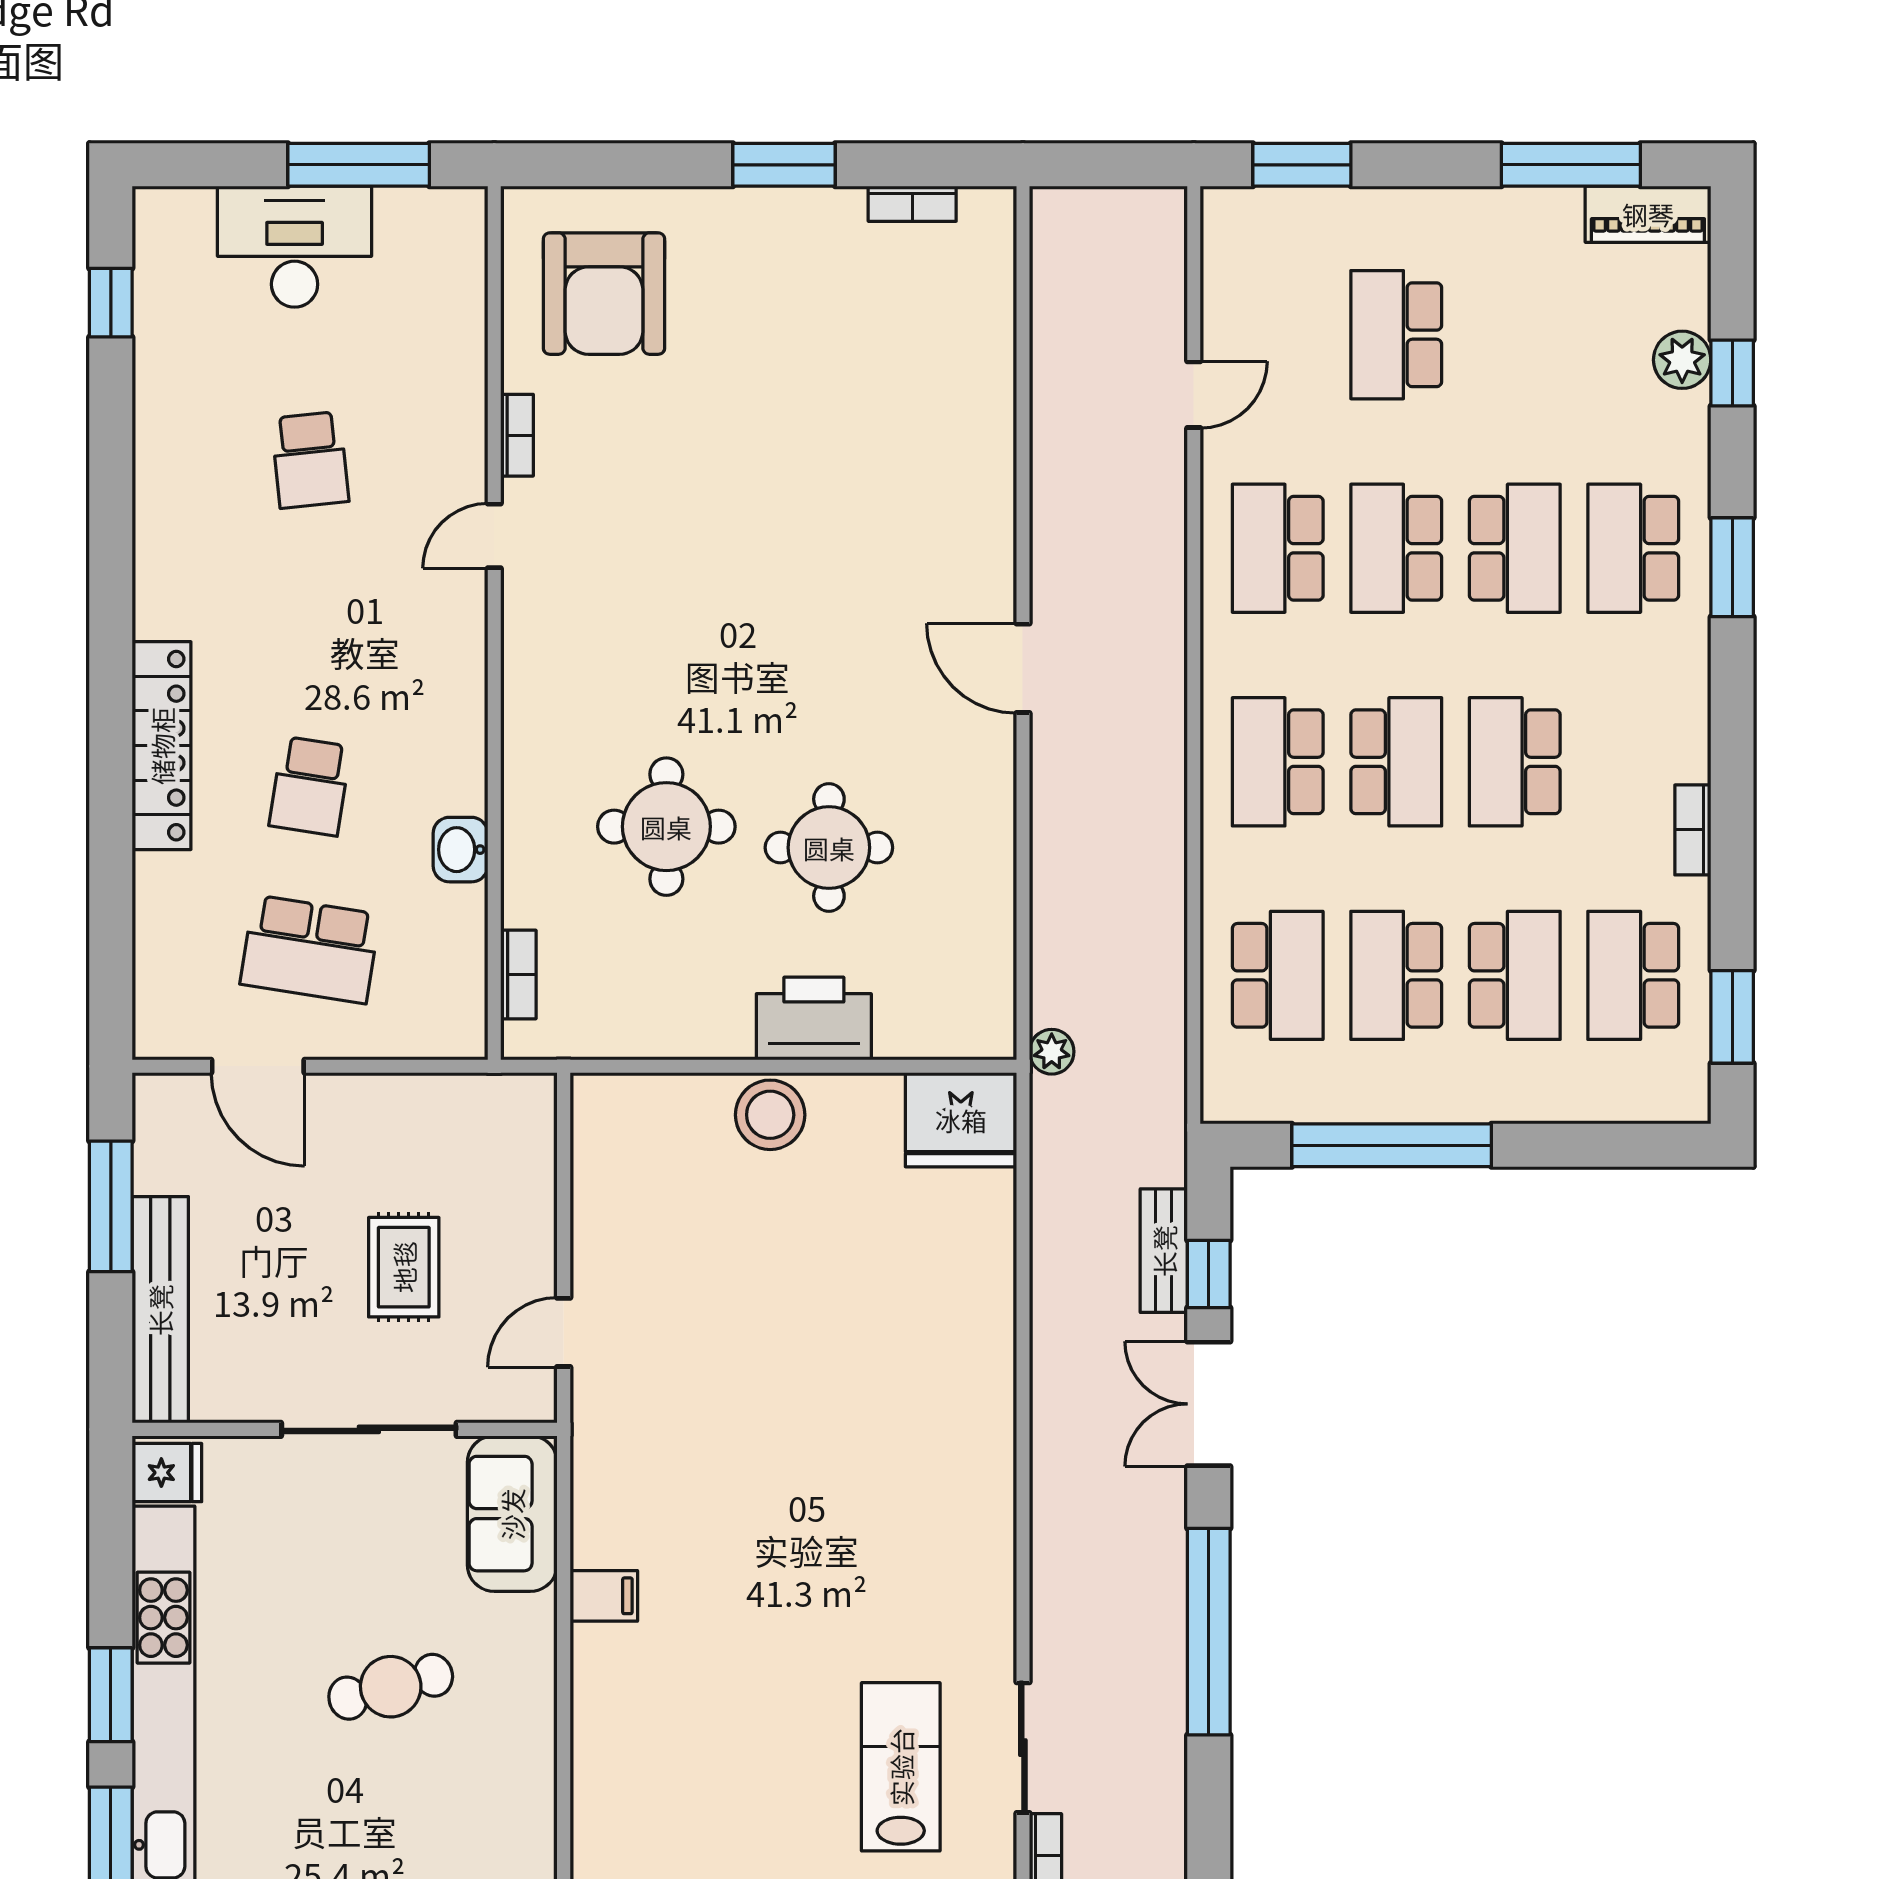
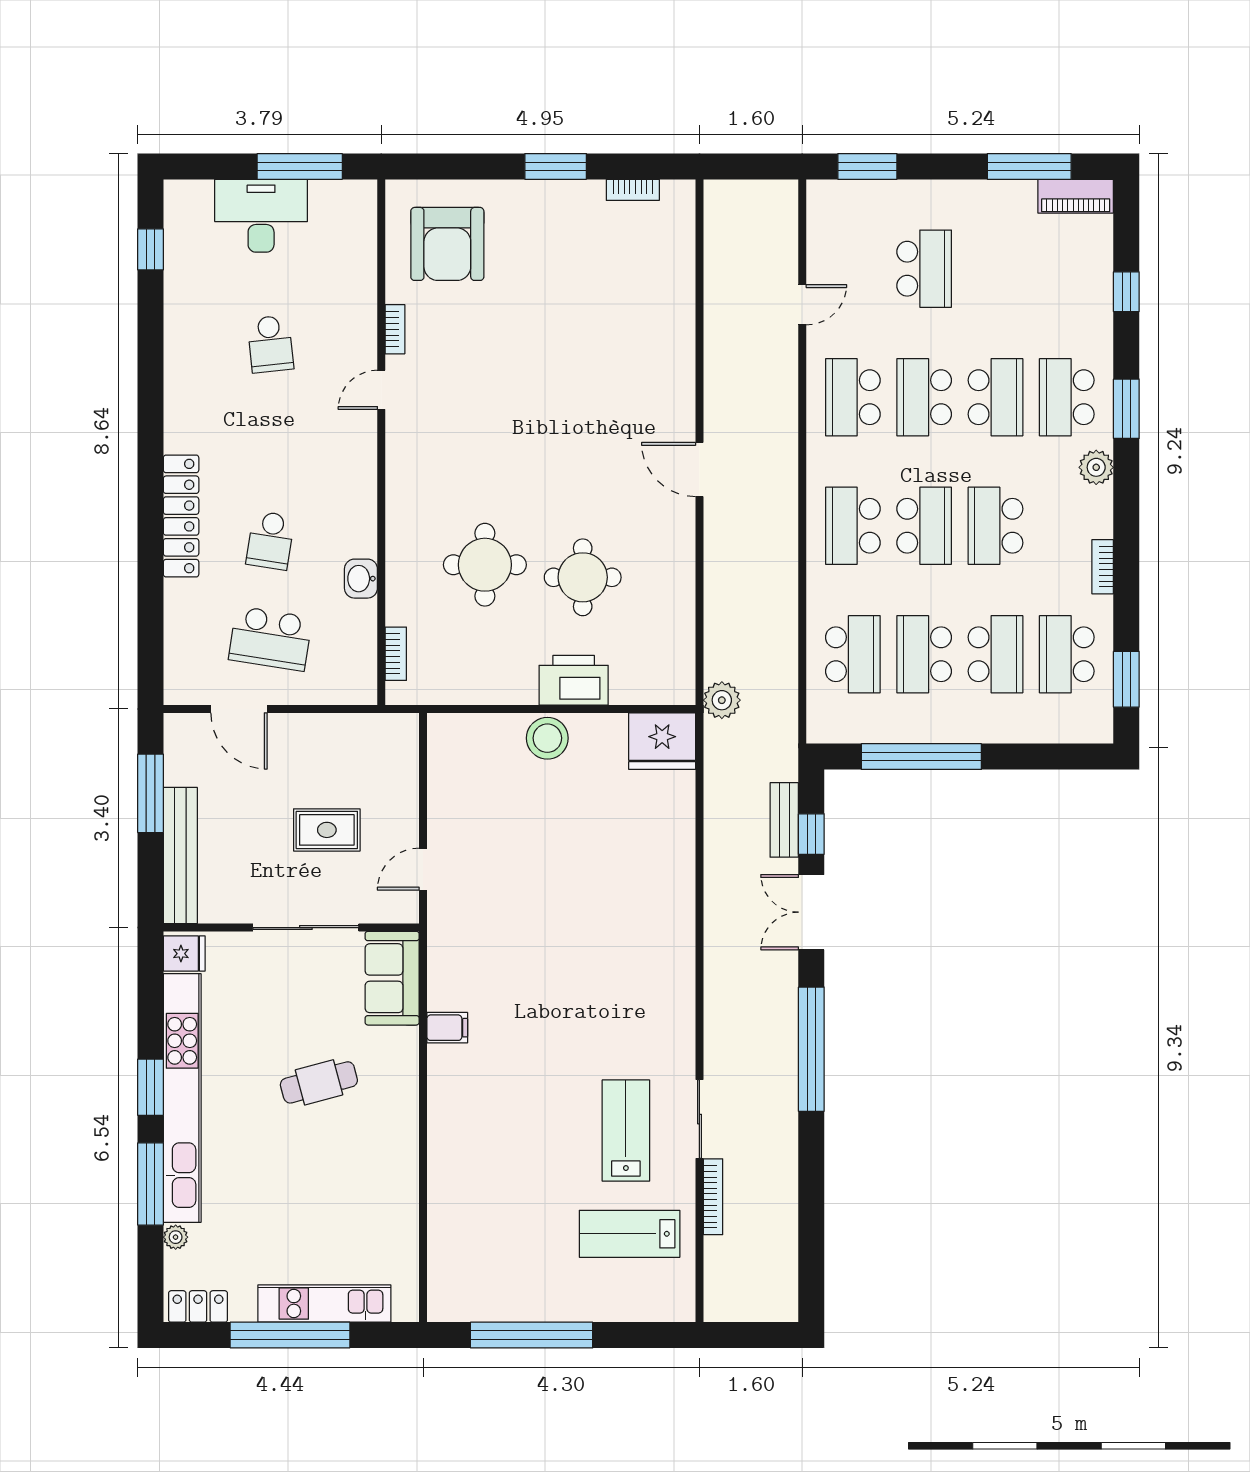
school desk: (1396, 335) -> (924, 269), turned 180
plant: (1682, 360) -> (1096, 467), moved
plant: (1052, 1052) -> (722, 700), width x1.38, depth x1.38
rug: (404, 1267) -> (327, 830), turned 90

